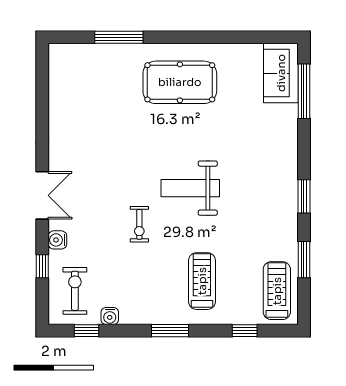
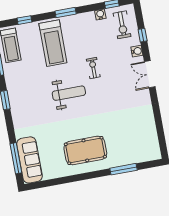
sofa: (281, 73) -> (29, 160), width x1.36
treadmill: (202, 281) -> (53, 43), width x1.37, depth x1.38

